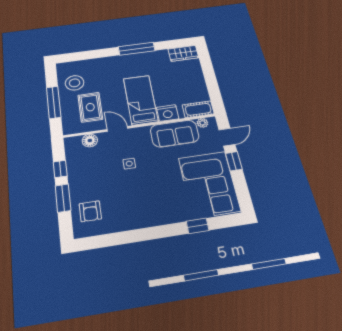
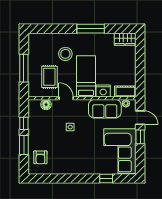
stool: (75, 83) -> (65, 54), moved
door: (227, 137) -> (140, 118), hinge flipped

